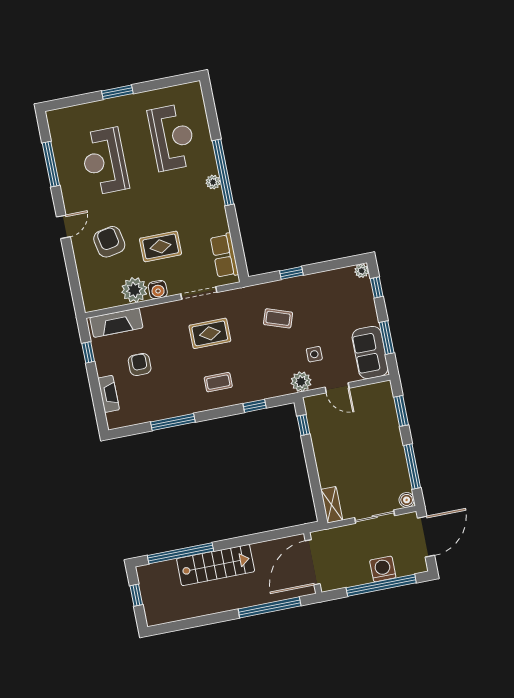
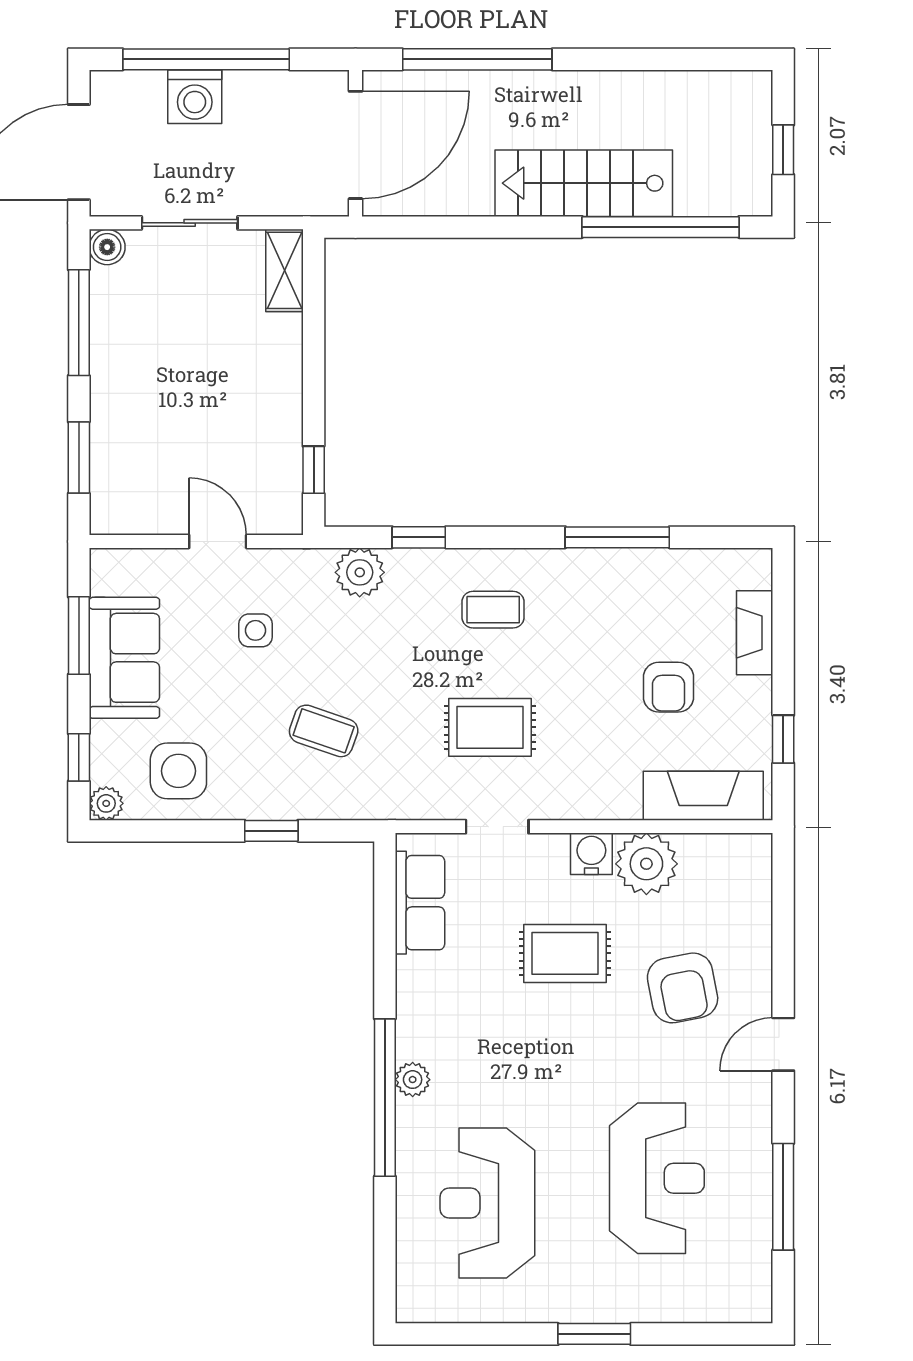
side table: (335, 290) -> (178, 771), added
doorway: (199, 293) -> (497, 827), width x0.73
sofa: (370, 353) -> (124, 658), moved
plant: (301, 382) -> (360, 572), moved

